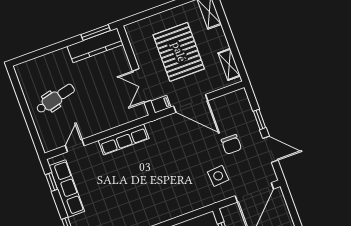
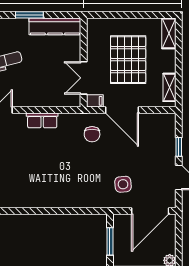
window: (96, 32) -> (29, 15), moved
row of seats: (124, 139) -> (42, 120), width x0.68
chair: (231, 144) -> (92, 134), moved

